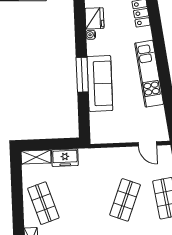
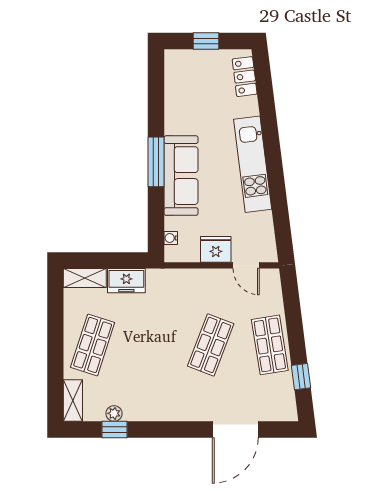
fridge: (94, 18) -> (216, 249), moved, turned -90
water cooler: (91, 35) -> (171, 238), moved
shop shelf: (43, 203) -> (93, 345), turned 36

